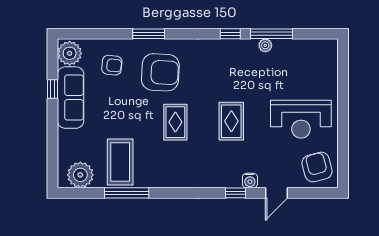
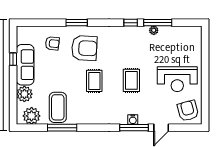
plant: (70, 53) -> (24, 94), moved
water cooler: (250, 181) -> (133, 120), moved
window: (235, 193) -> (134, 128), width x2.17

